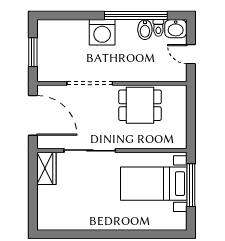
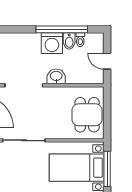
washbasin: (176, 29) -> (56, 76), moved, turned 180
washing machine: (102, 32) -> (52, 43), moved
dining table: (140, 105) -> (87, 115), moved, turned 90

